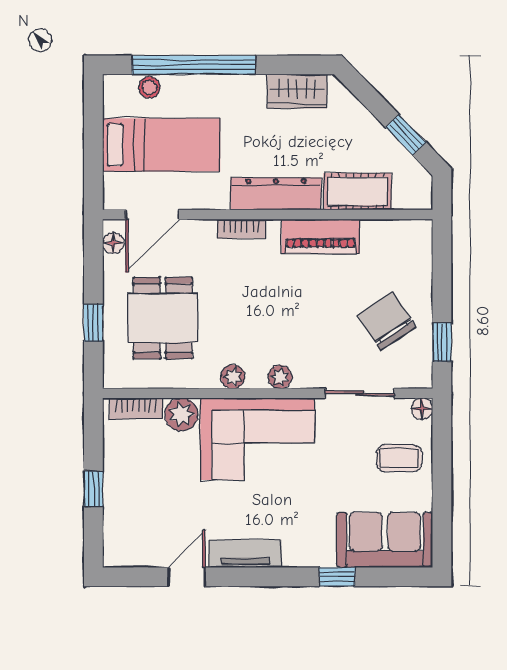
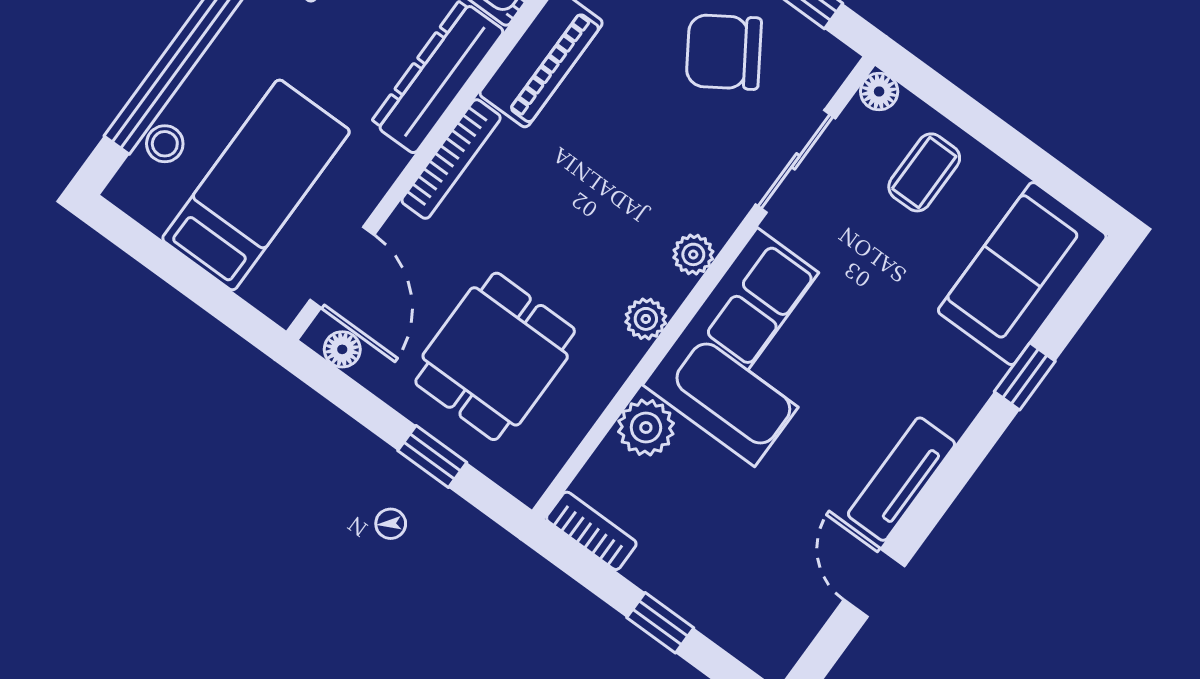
bookcase: (241, 229) -> (451, 159), width x1.56
dining table: (163, 318) -> (495, 356), turned 90
bookcase: (136, 408) -> (591, 531), moved, turned -90

